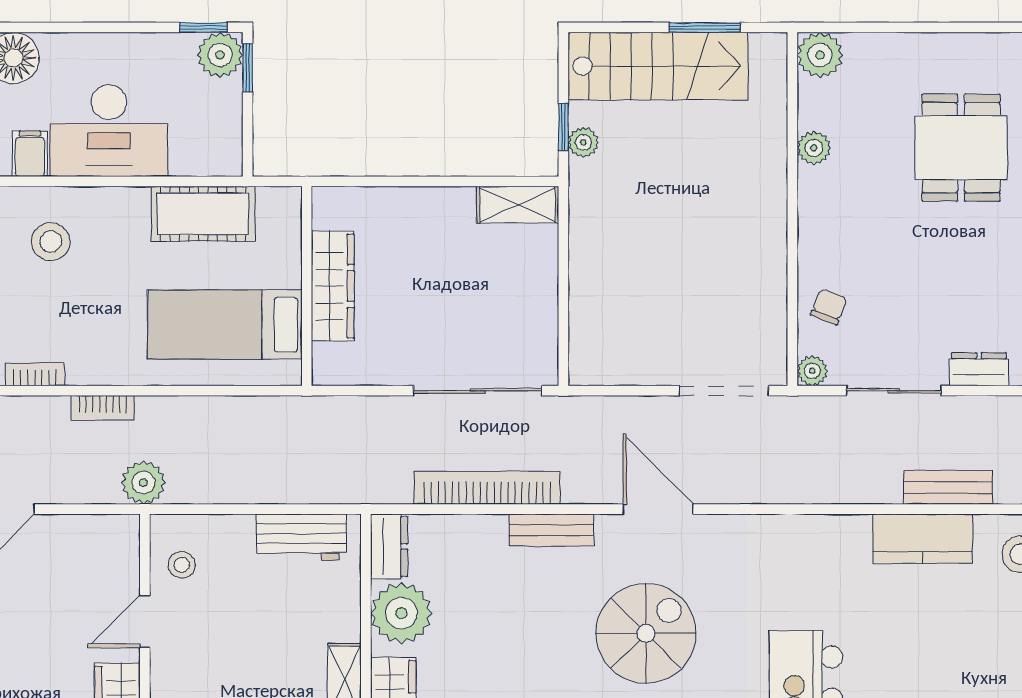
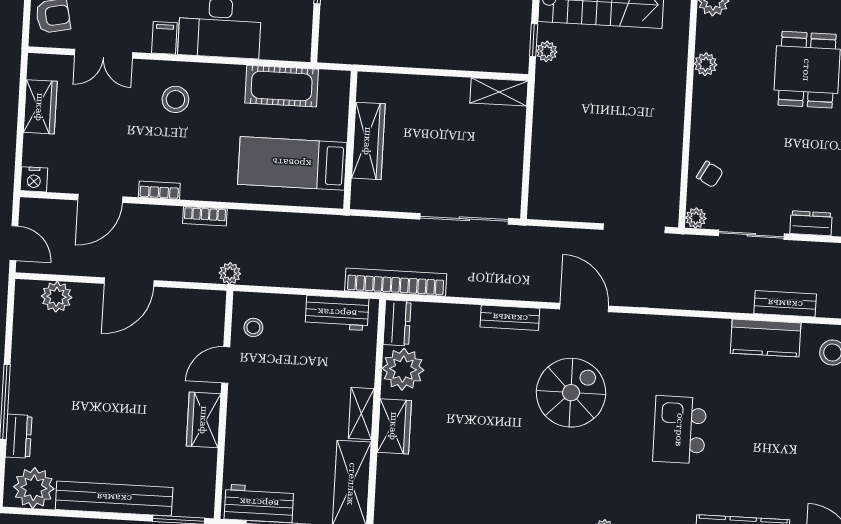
chair: (829, 307) -> (710, 174), turned 97
plant: (143, 483) -> (230, 273), width x0.73, depth x0.73
bookcase: (487, 488) -> (396, 282), moved

